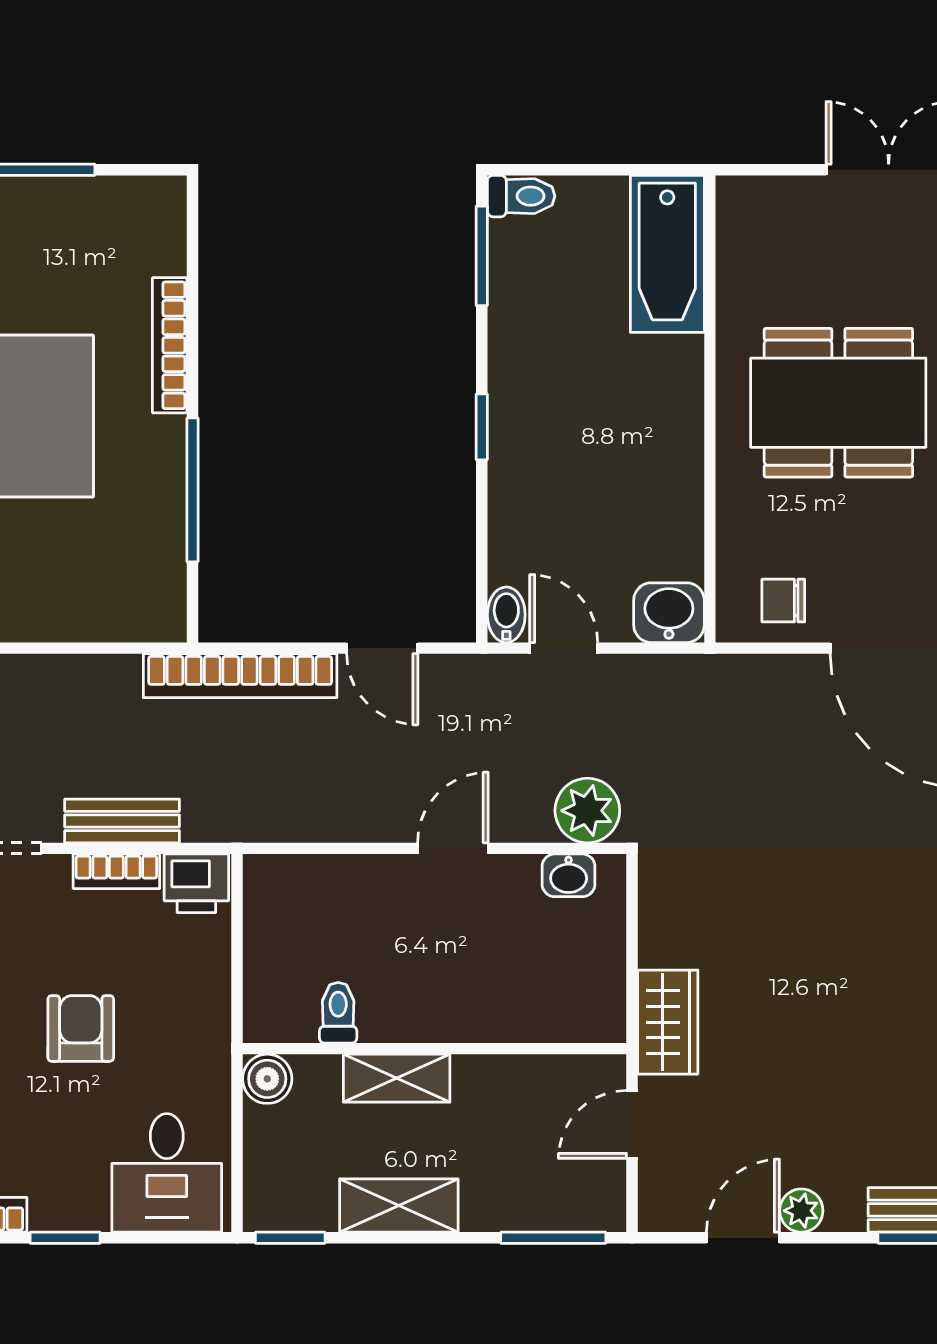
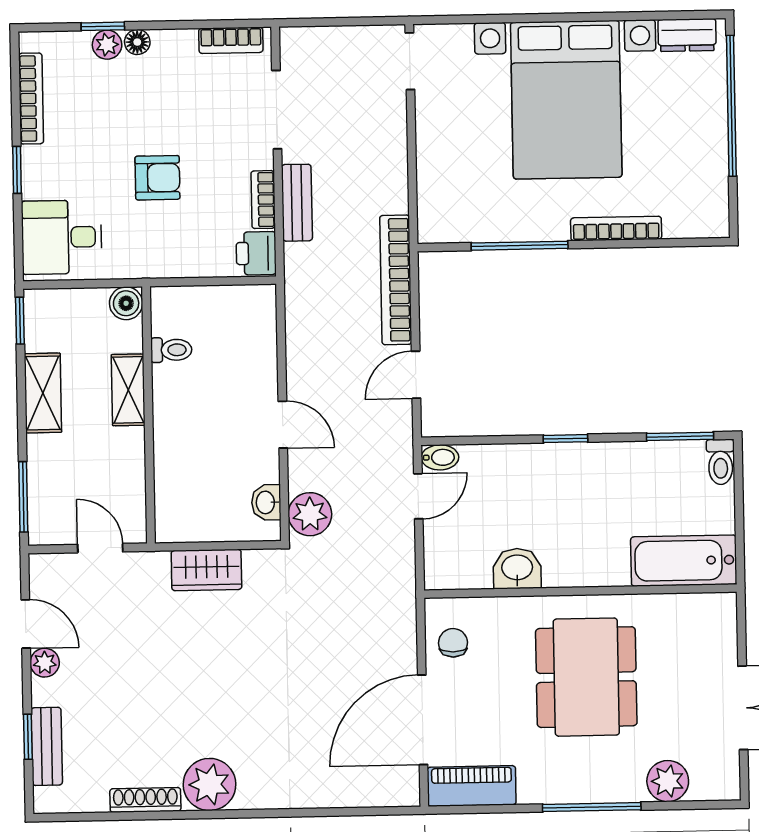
washbasin: (669, 613) -> (517, 569), moved, turned -90
wardrobe: (668, 1022) -> (206, 570), moved

